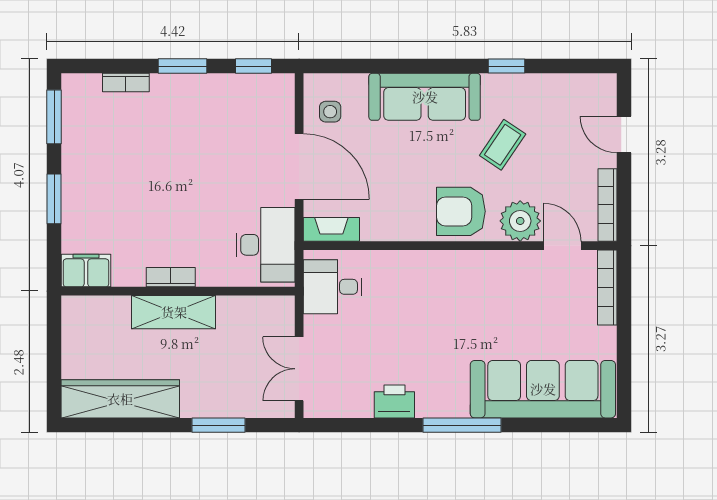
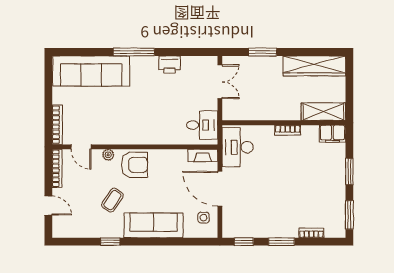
plant: (520, 221) -> (108, 155), width x0.53, depth x0.53
shelving: (174, 312) -> (323, 112), moved

